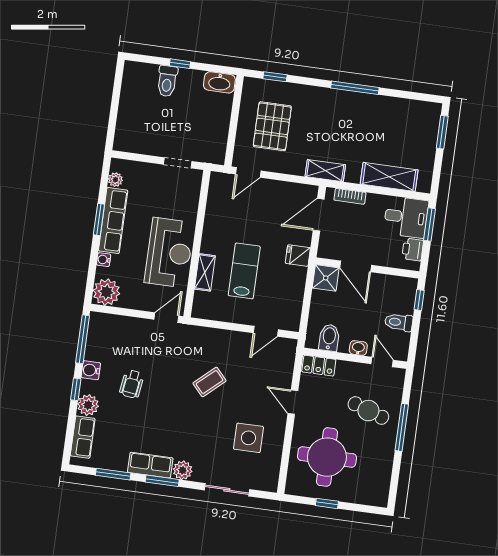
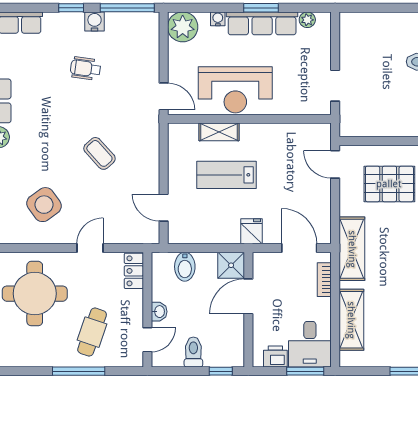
shelving: (325, 171) -> (352, 249), width x1.50, depth x1.33
lab bench: (244, 271) -> (226, 175), turned 180
bidet: (329, 338) -> (185, 267), moved, turned 90
plant: (88, 405) -> (56, 24), removed
side table: (248, 438) -> (44, 205), turned -36

